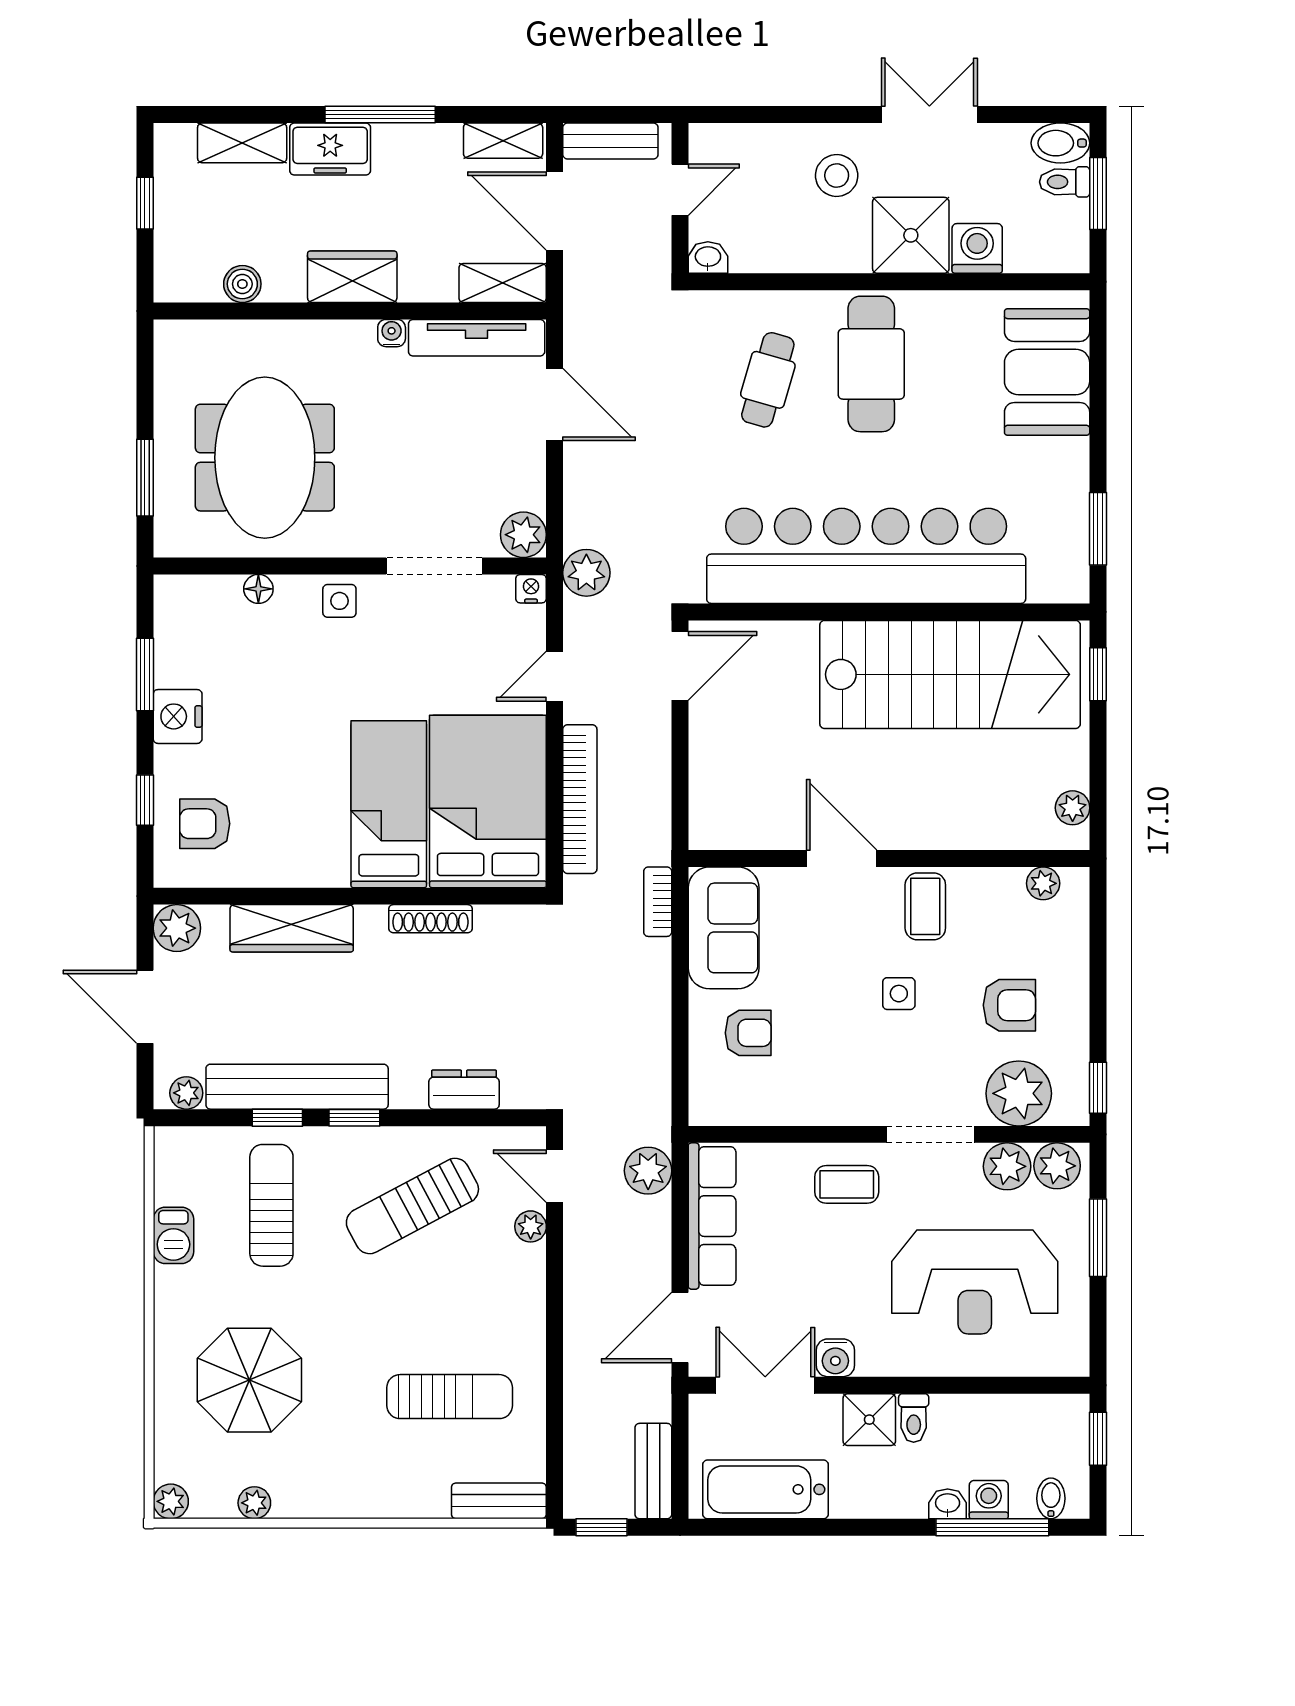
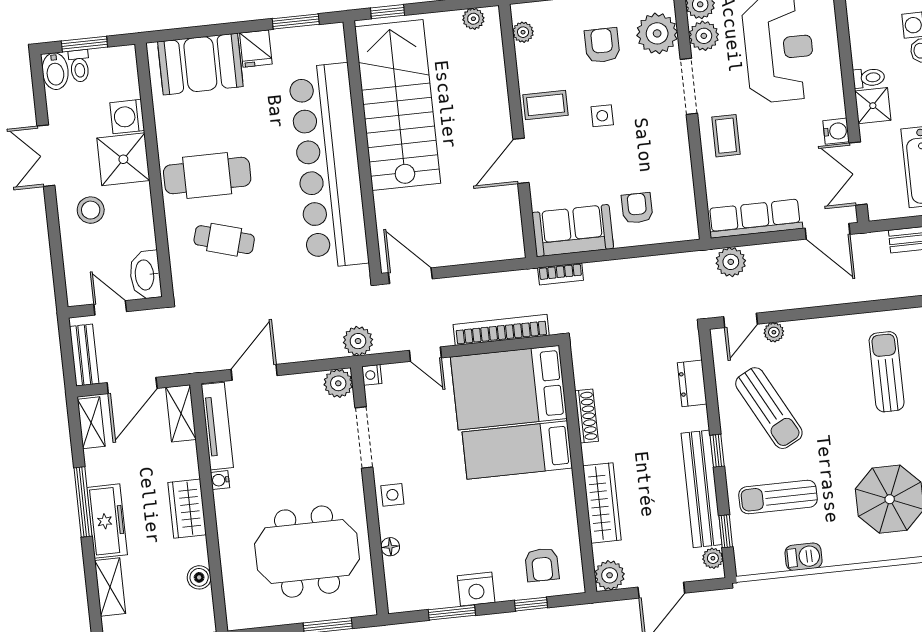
freezer: (330, 149) -> (107, 521), width x1.40
washbasin: (708, 257) -> (145, 275), width x1.91, depth x1.45
fridge: (1062, 462) -> (256, 49), added
window: (277, 1118) -> (726, 531), moved

